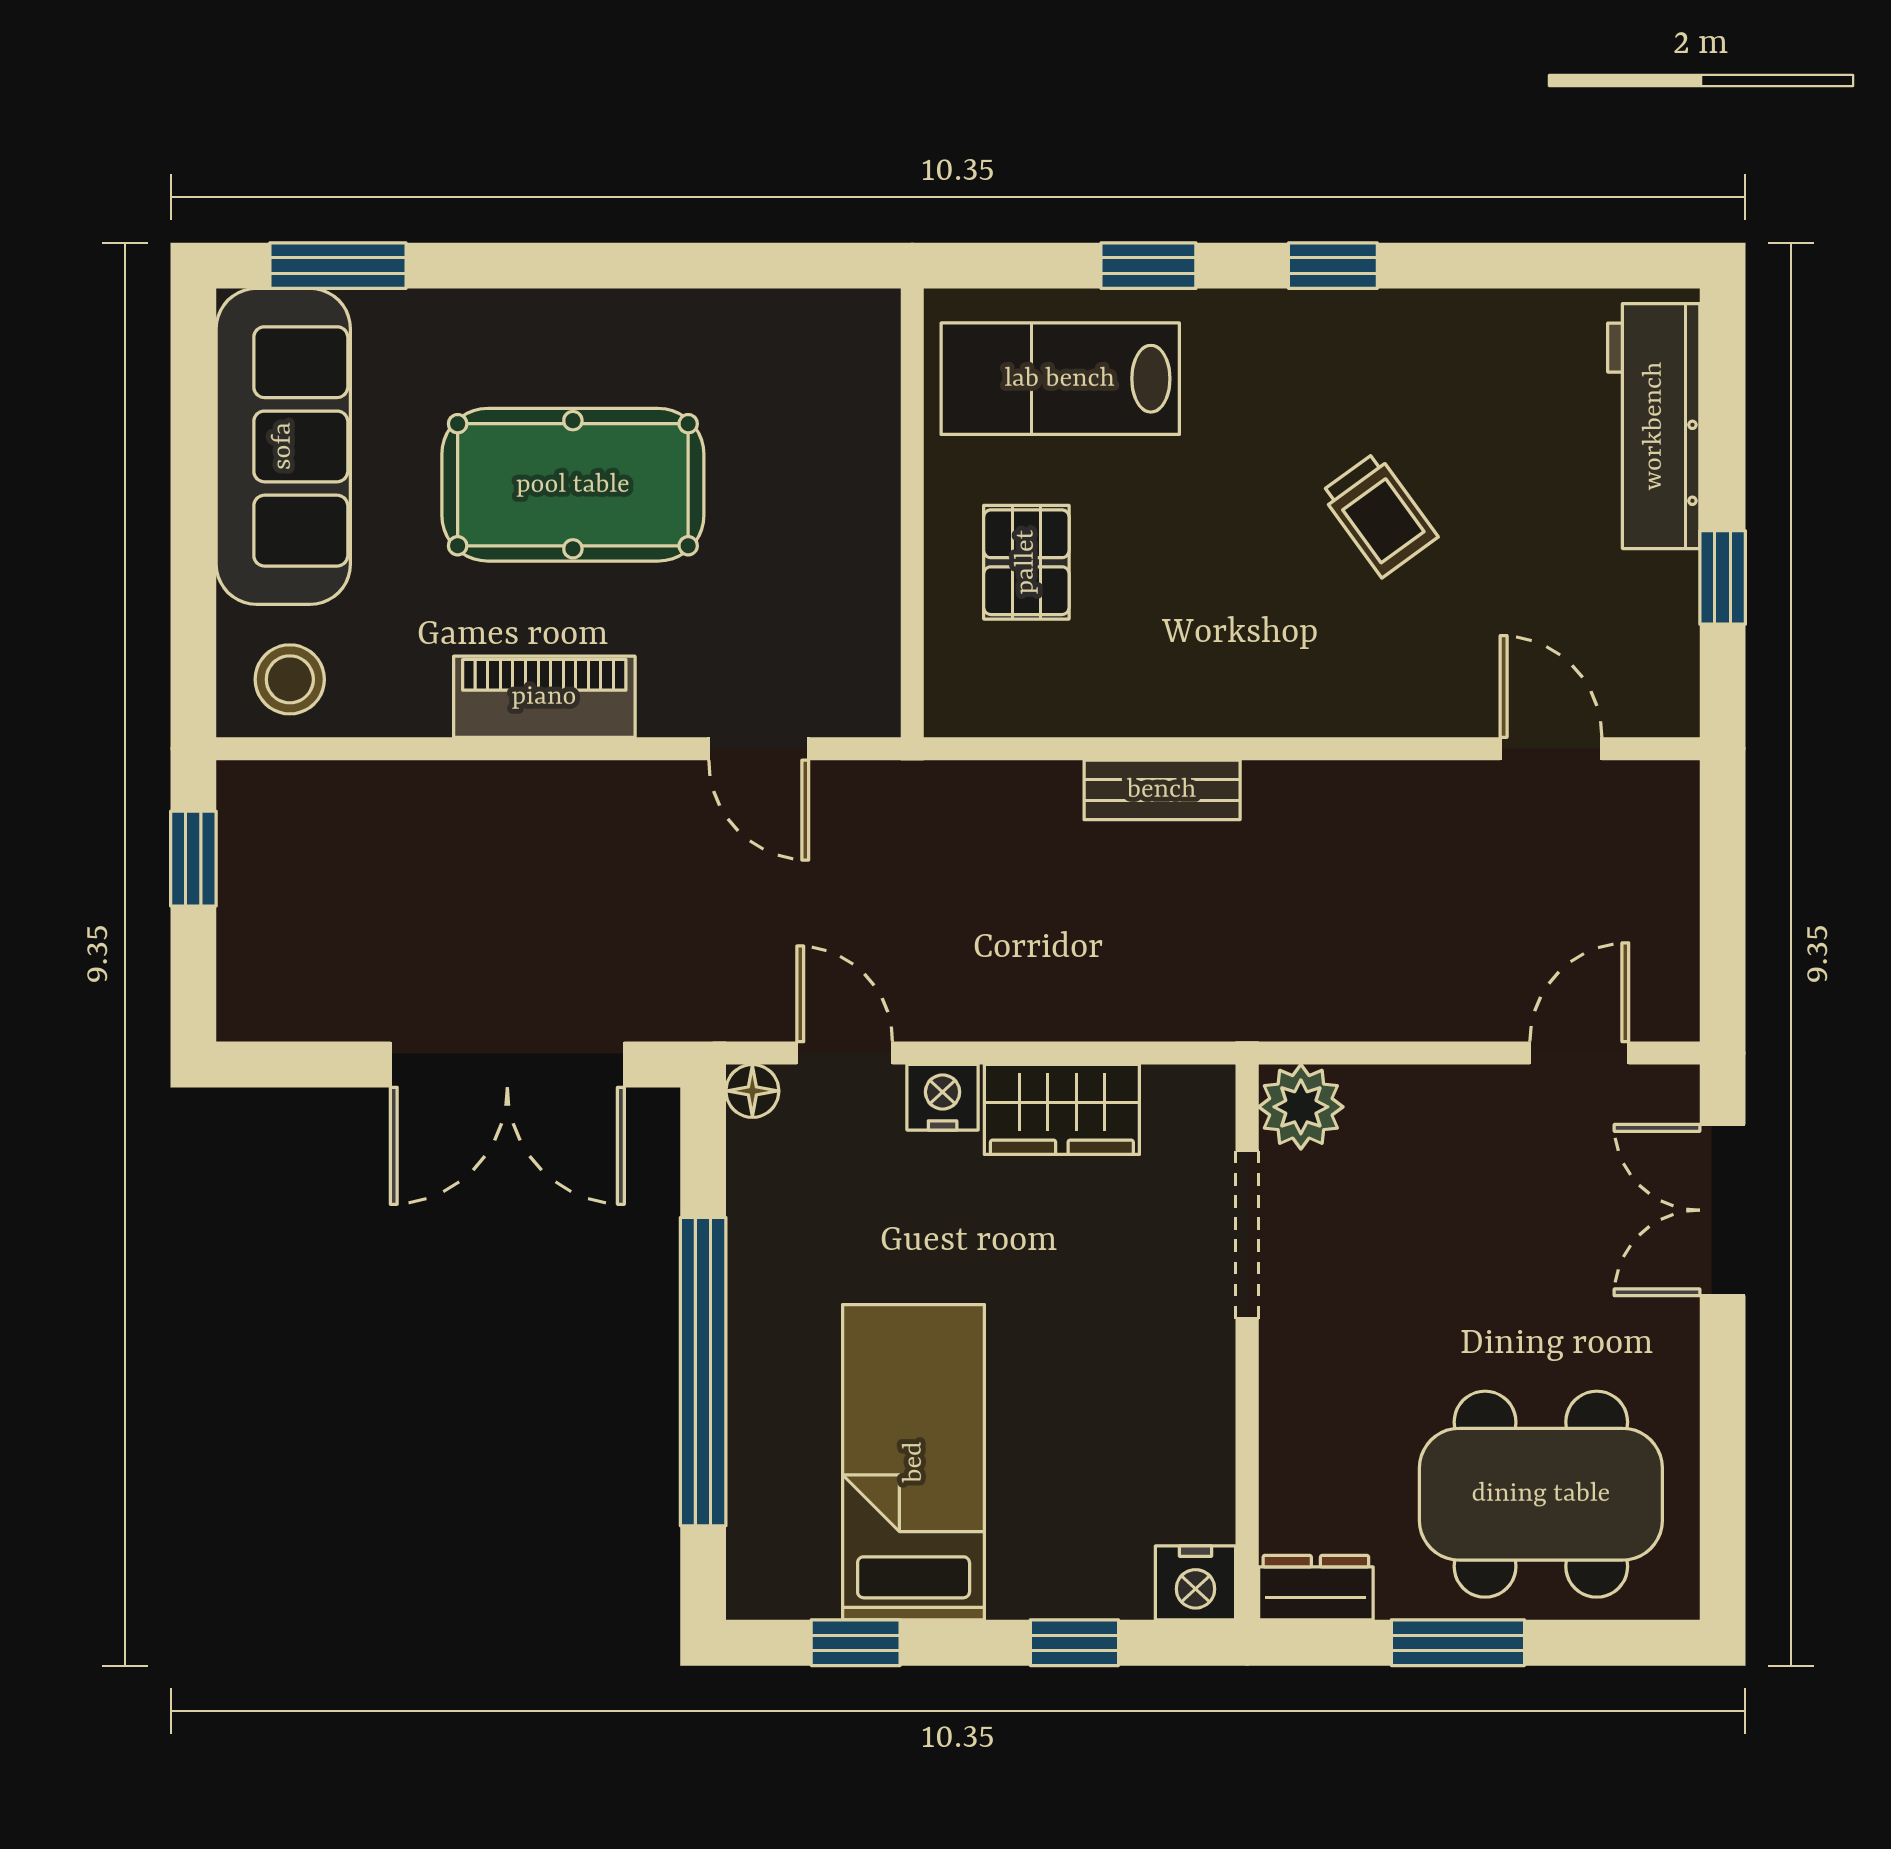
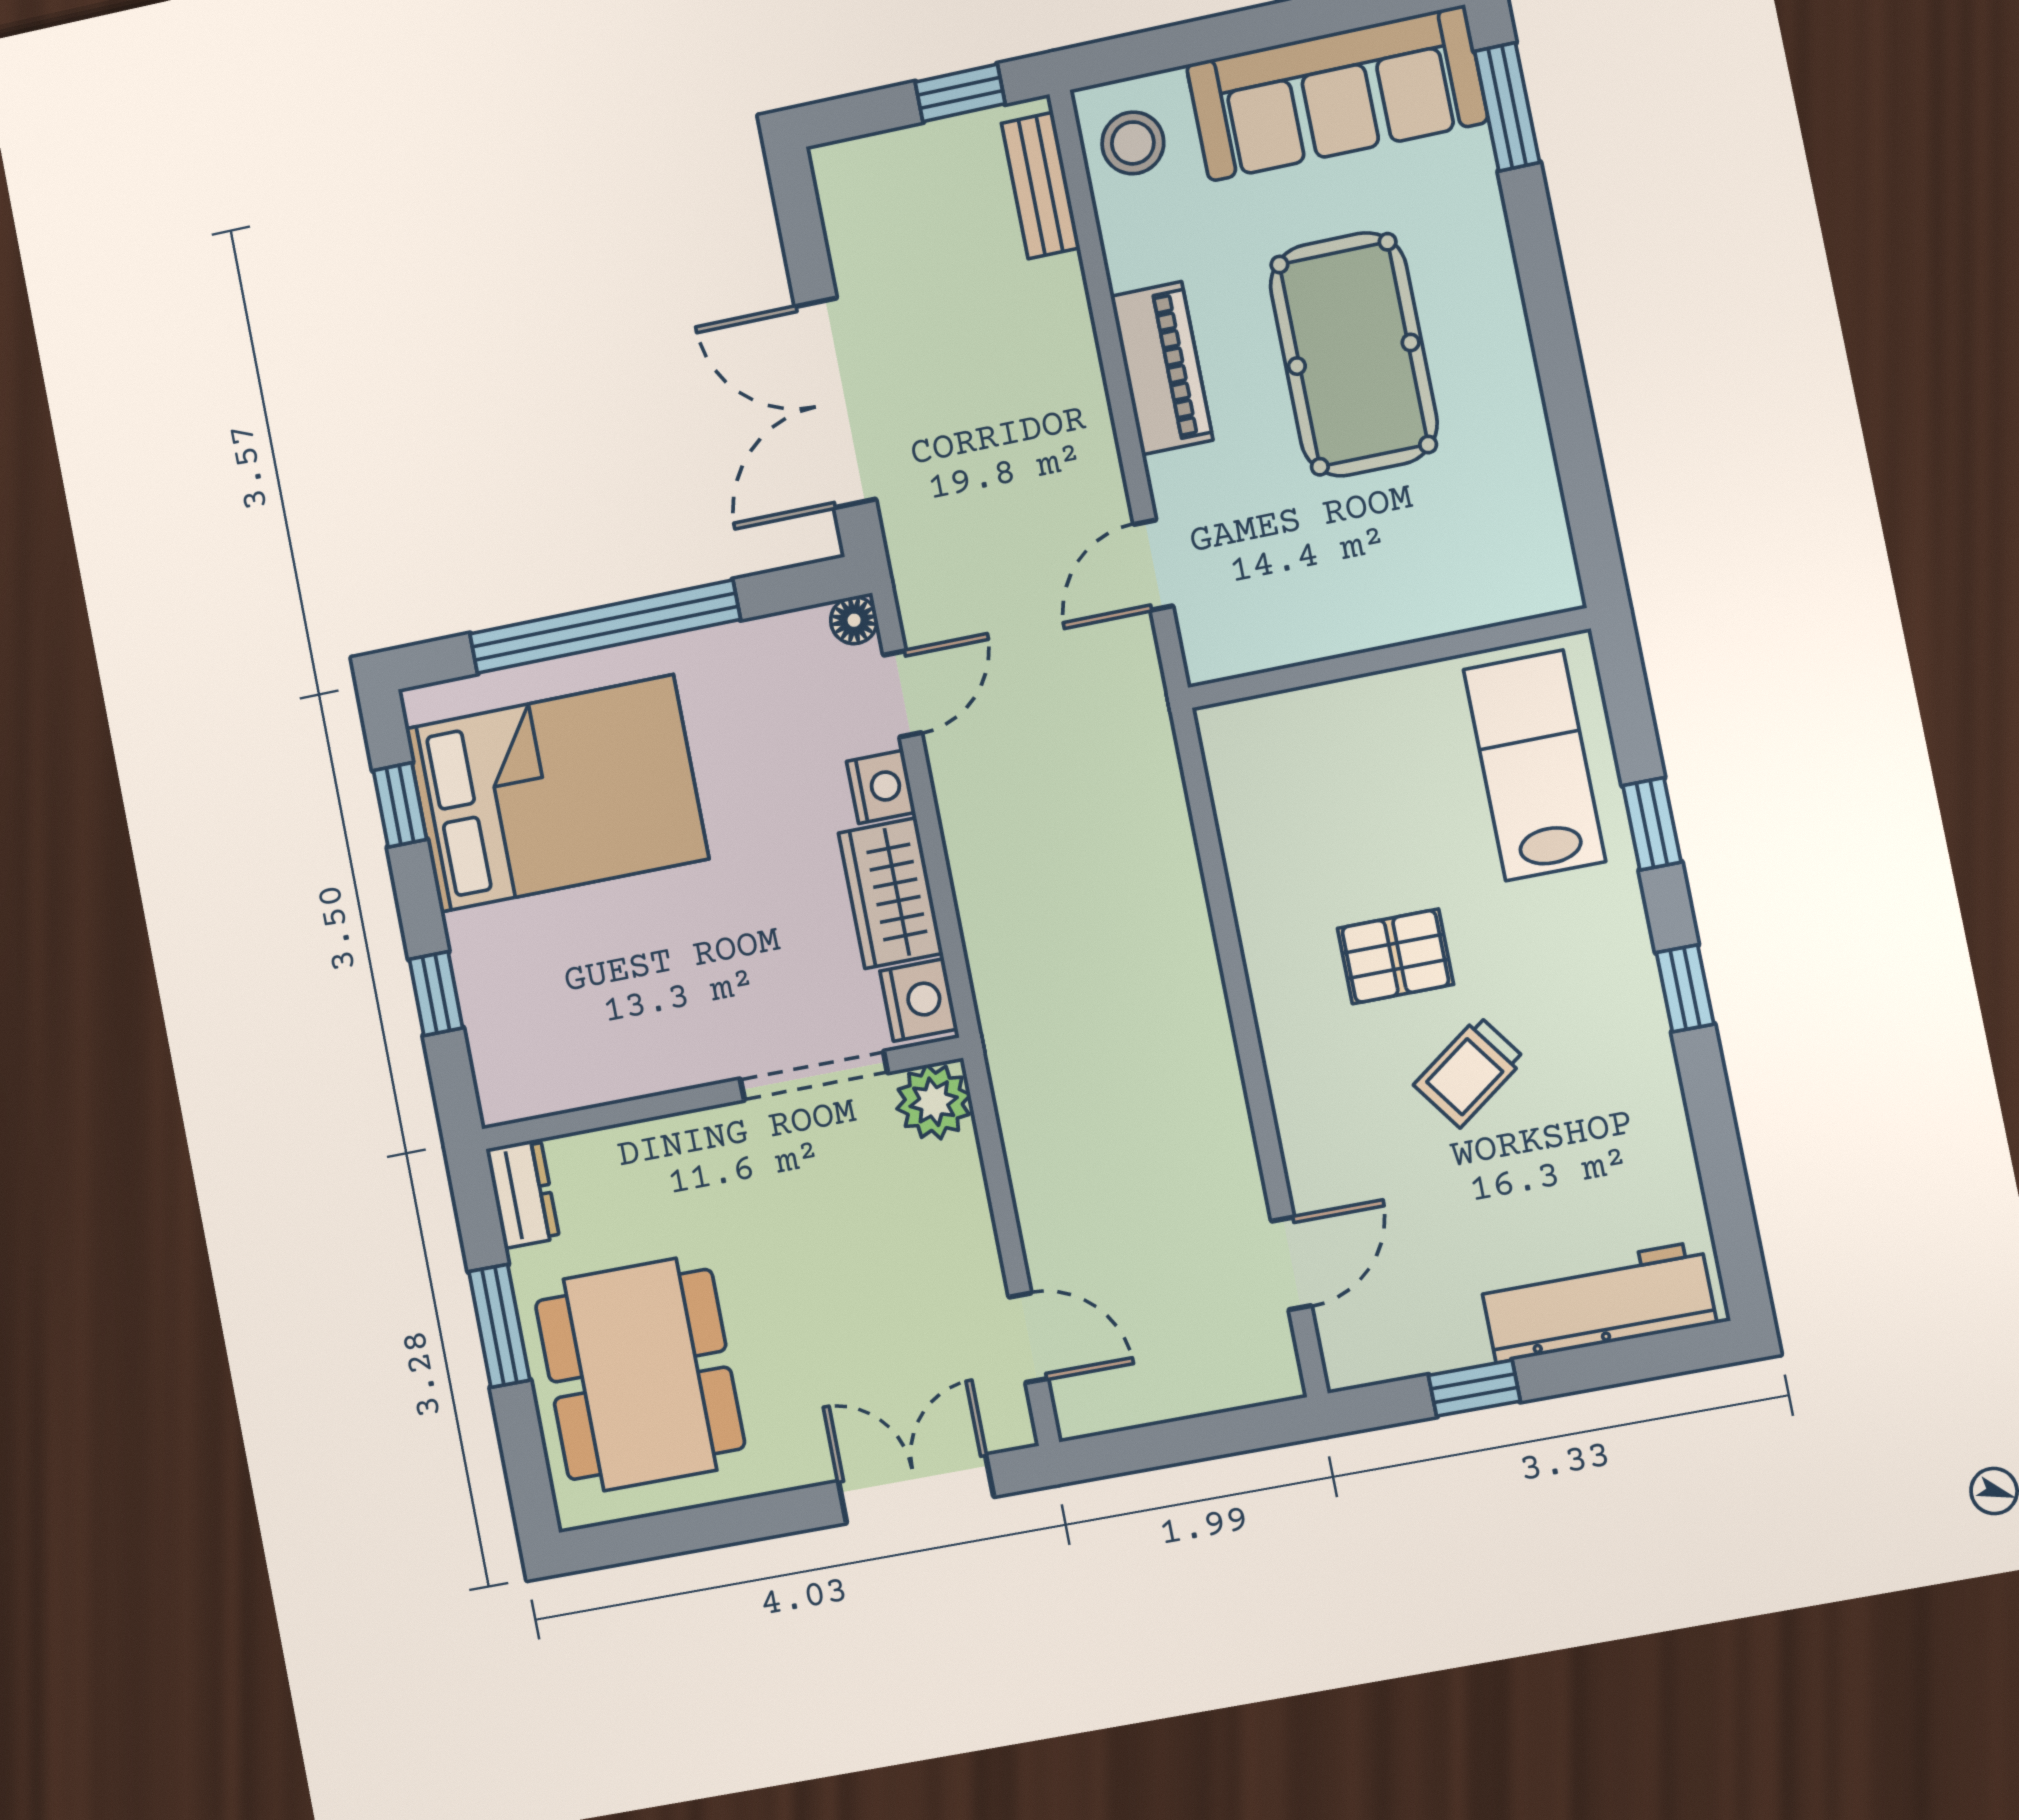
pallet: (1026, 562) -> (1395, 956), moved
bench: (1162, 790) -> (1041, 185), moved
bed: (914, 1462) -> (557, 794), width x1.50
nightstand: (1196, 1583) -> (919, 1000), moved, turned 180

